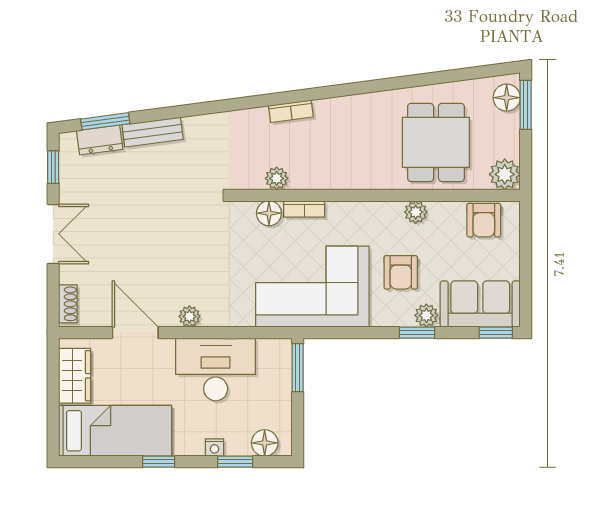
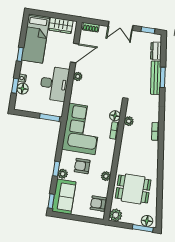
window: (105, 121) -> (163, 77), moved
bench: (153, 132) -> (156, 78), width x1.36
floor lamp: (265, 443) -> (23, 89), moved

